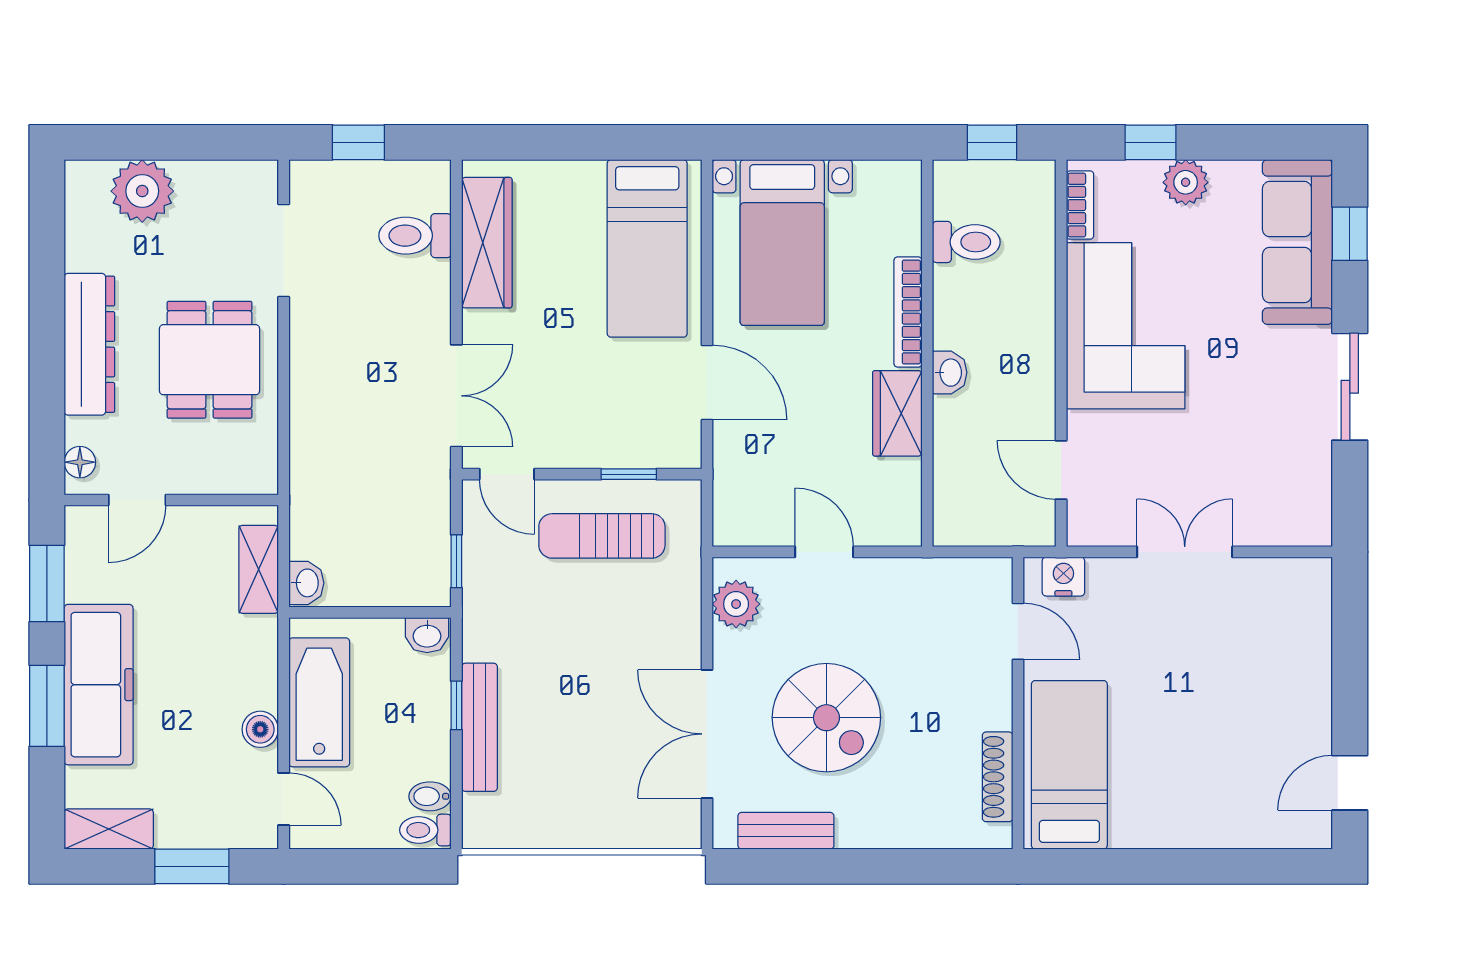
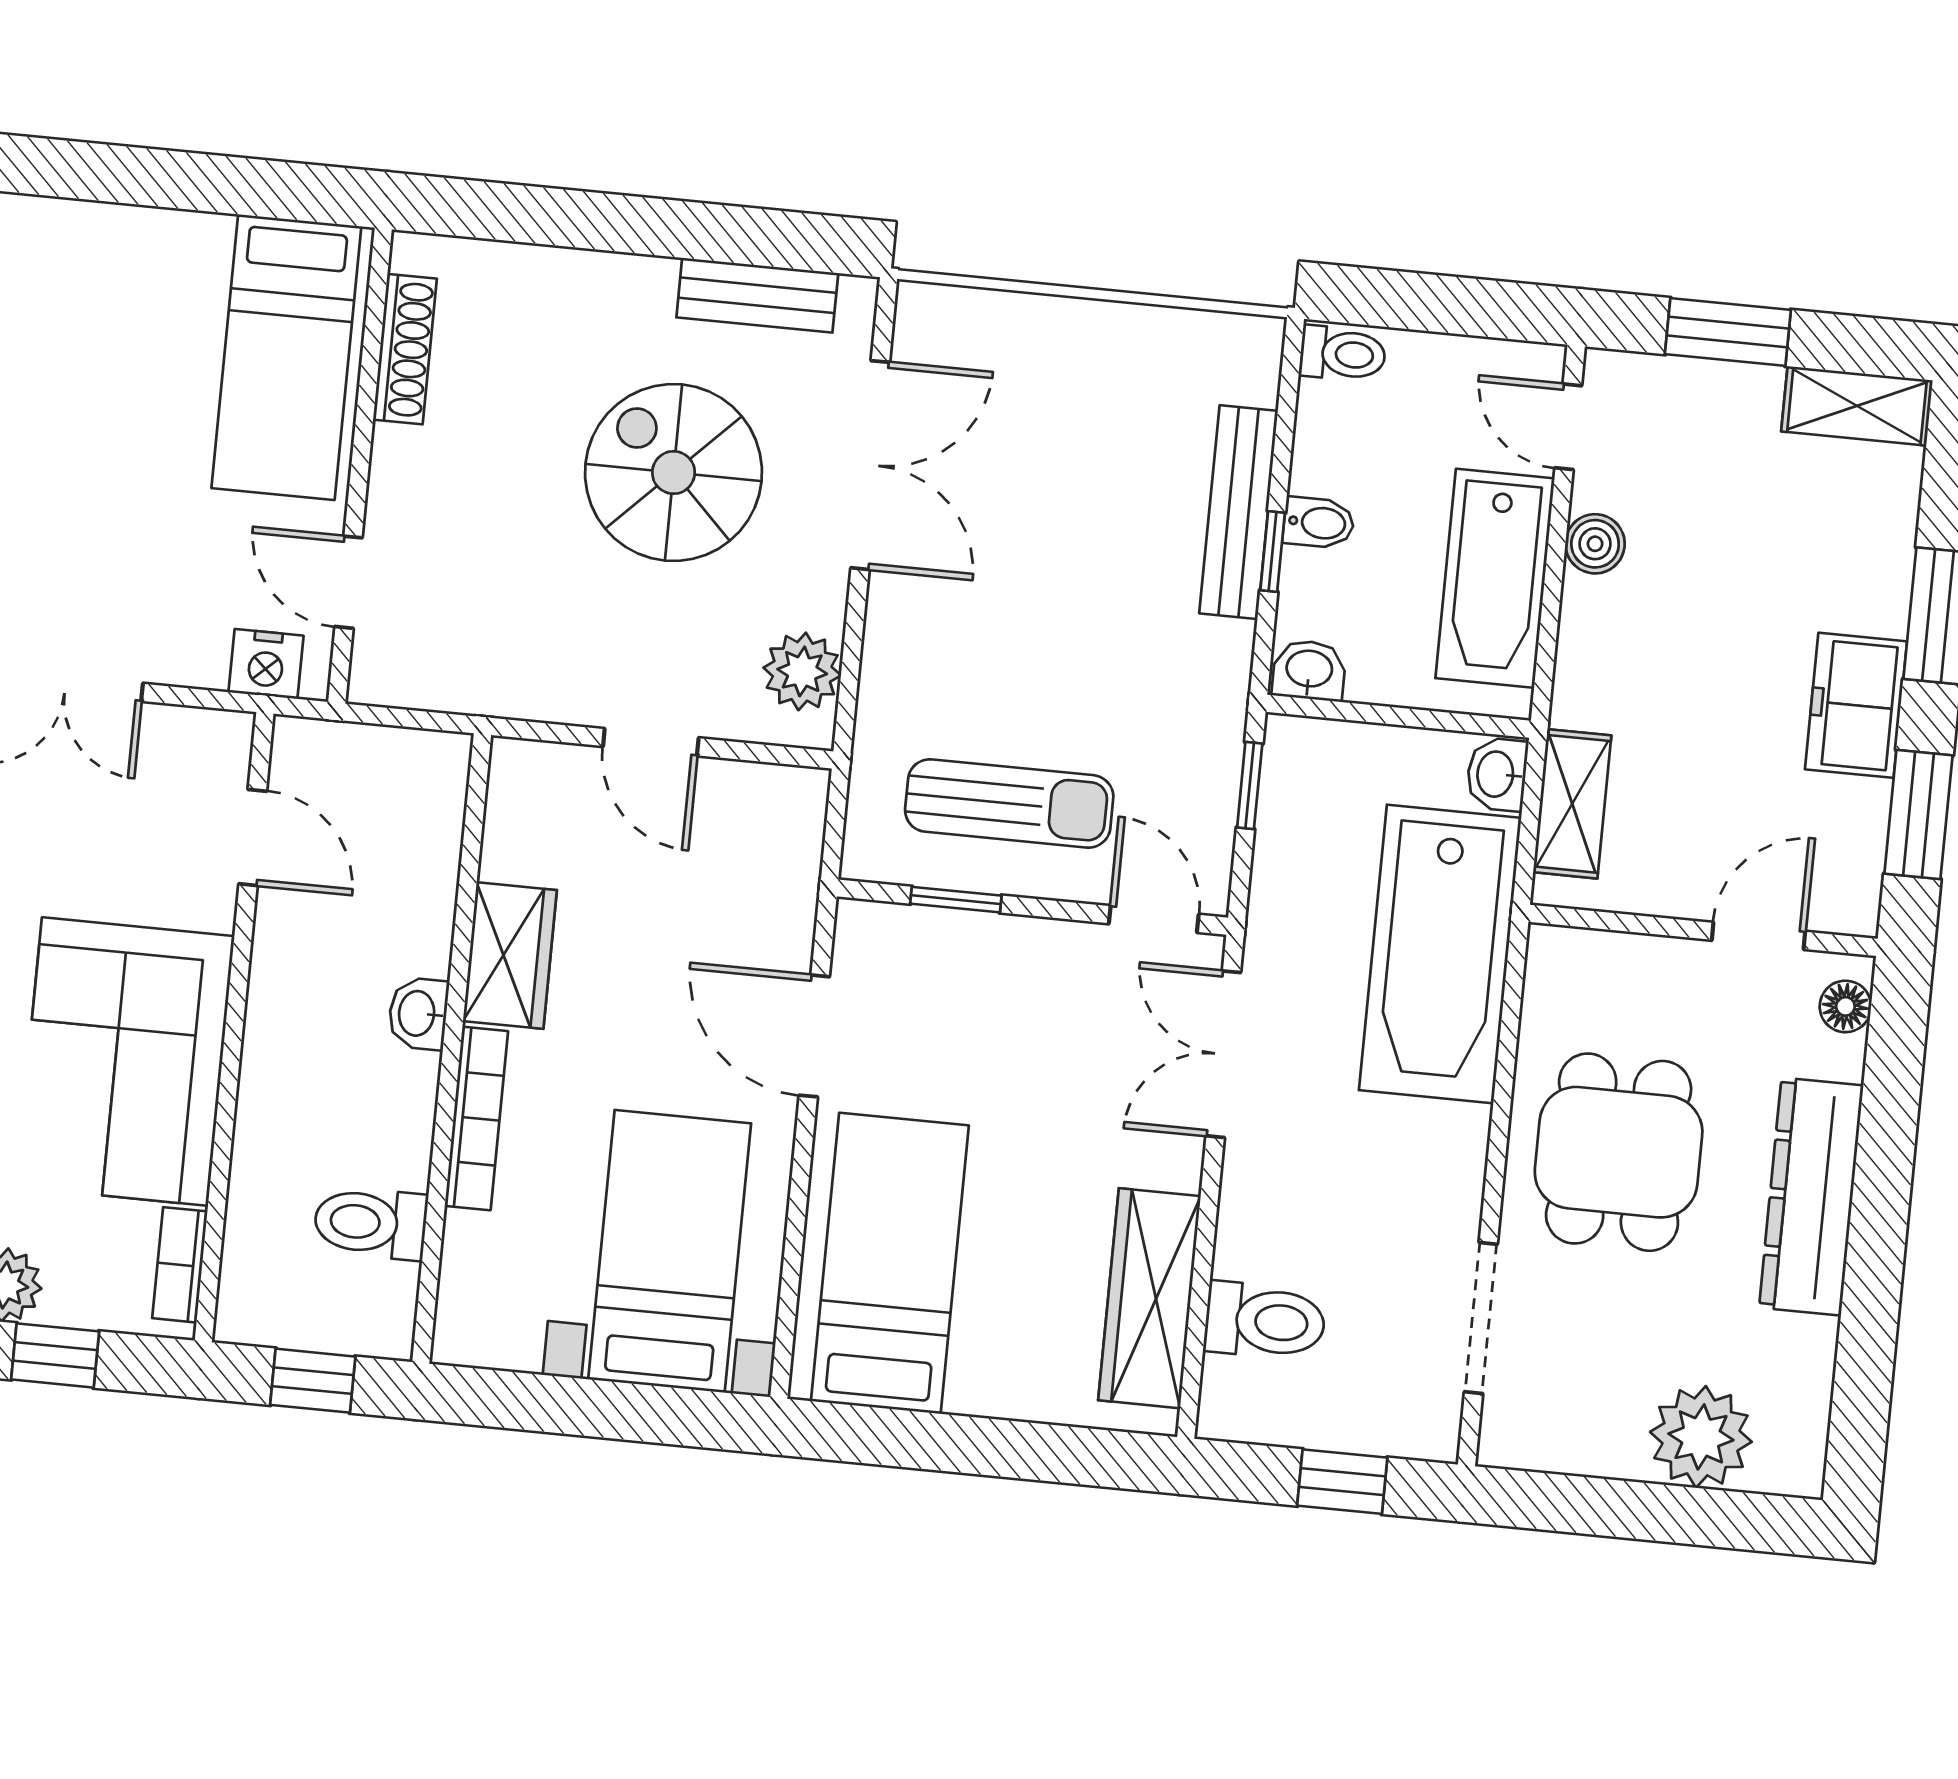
bathtub: (330, 470) -> (1440, 954), added
freezer: (99, 685) -> (1856, 705), width x0.52, depth x0.79
bidet: (430, 796) -> (1319, 523), moved

